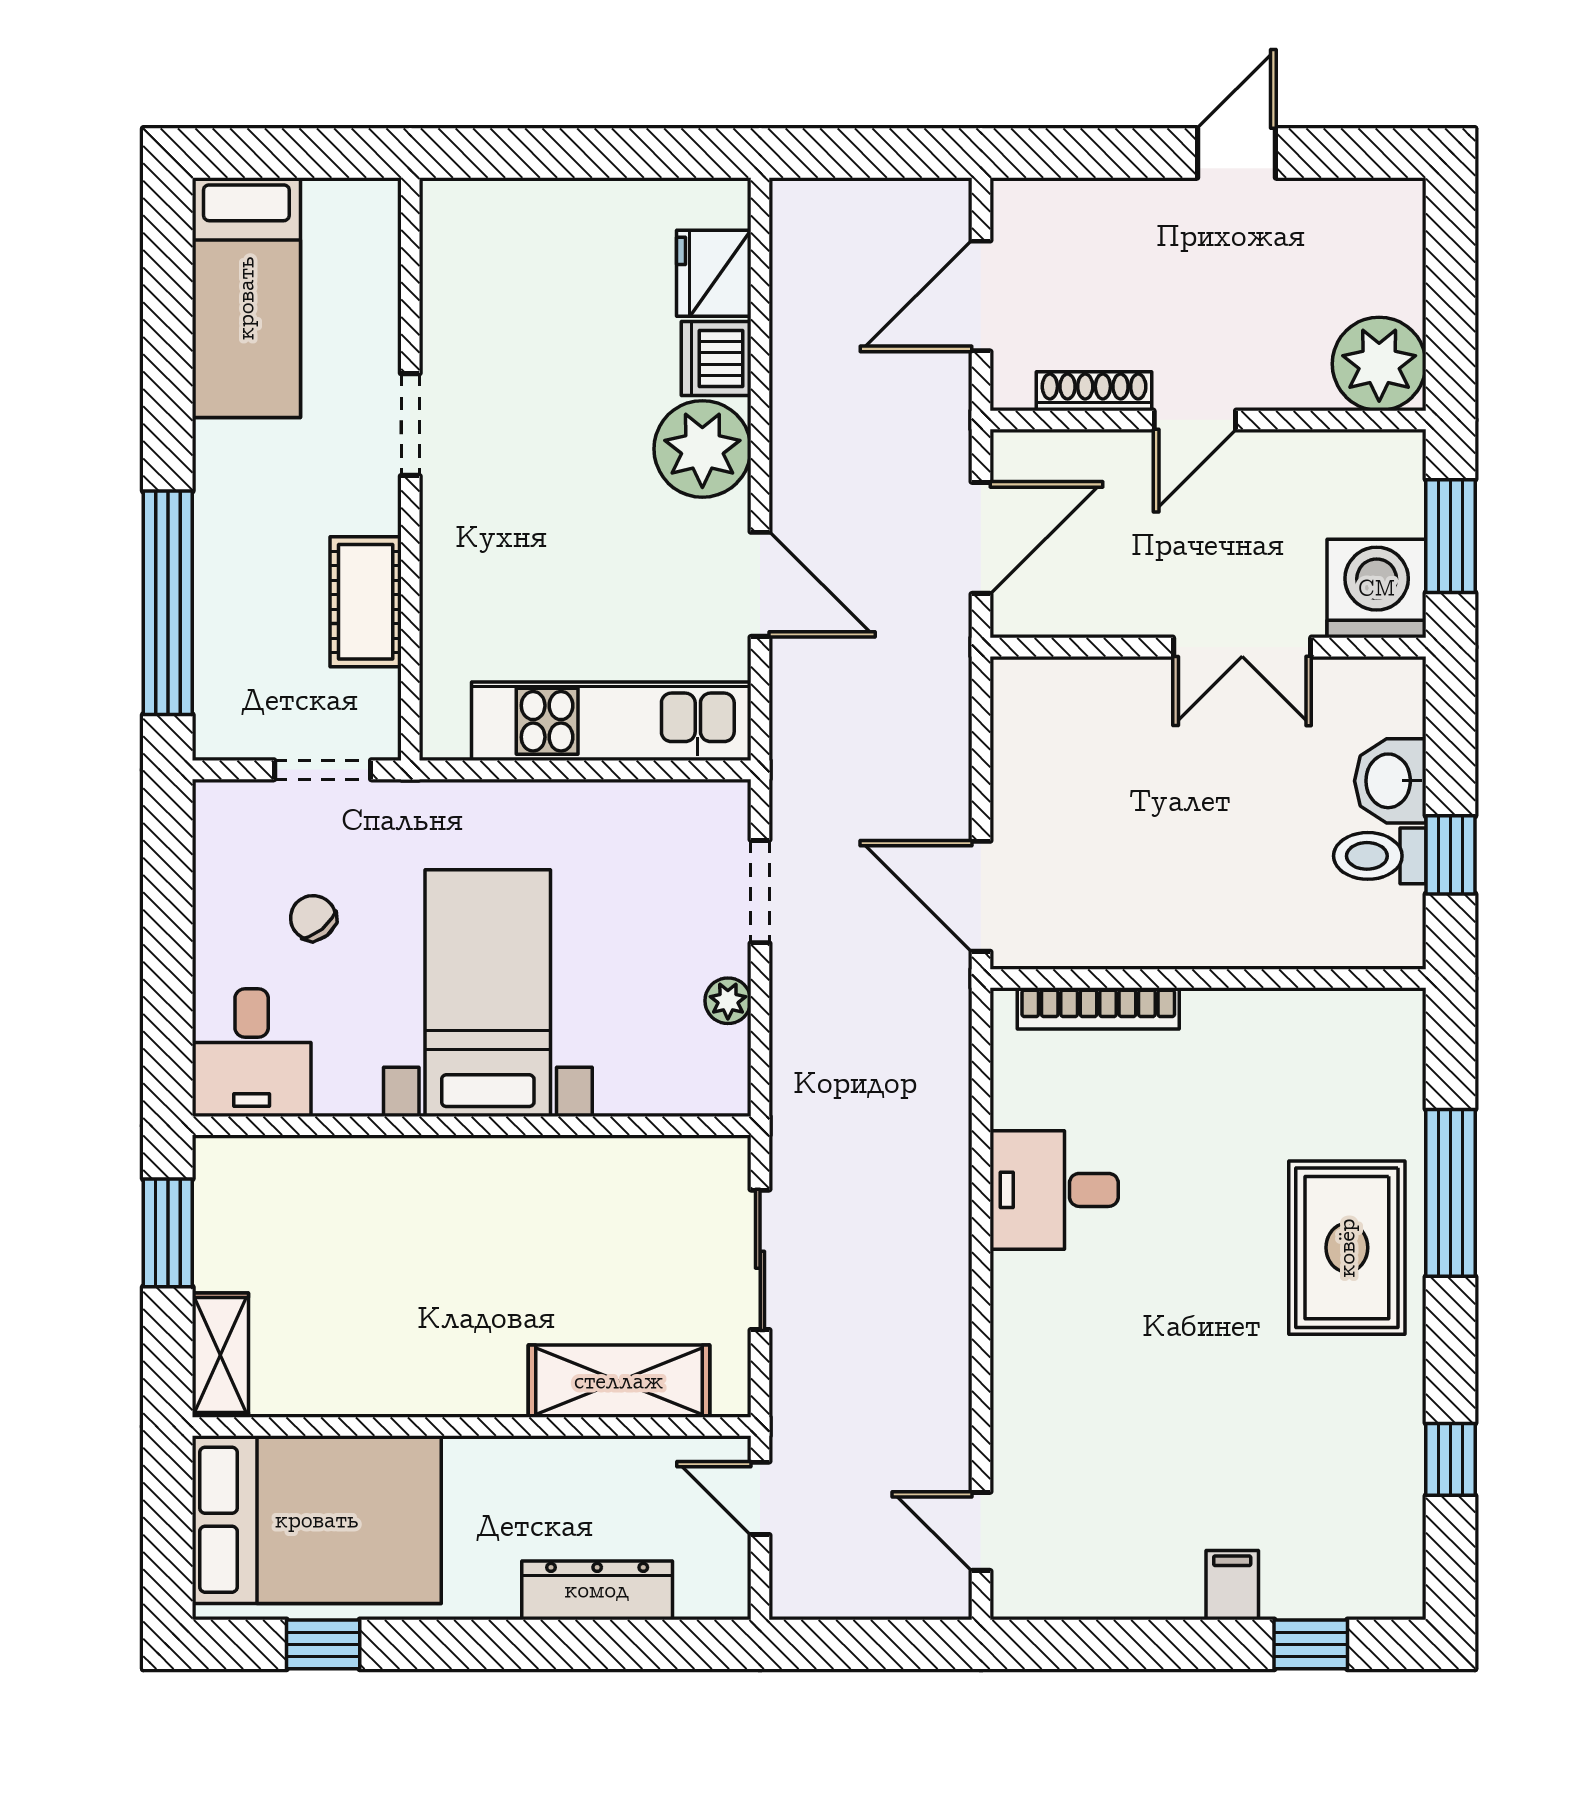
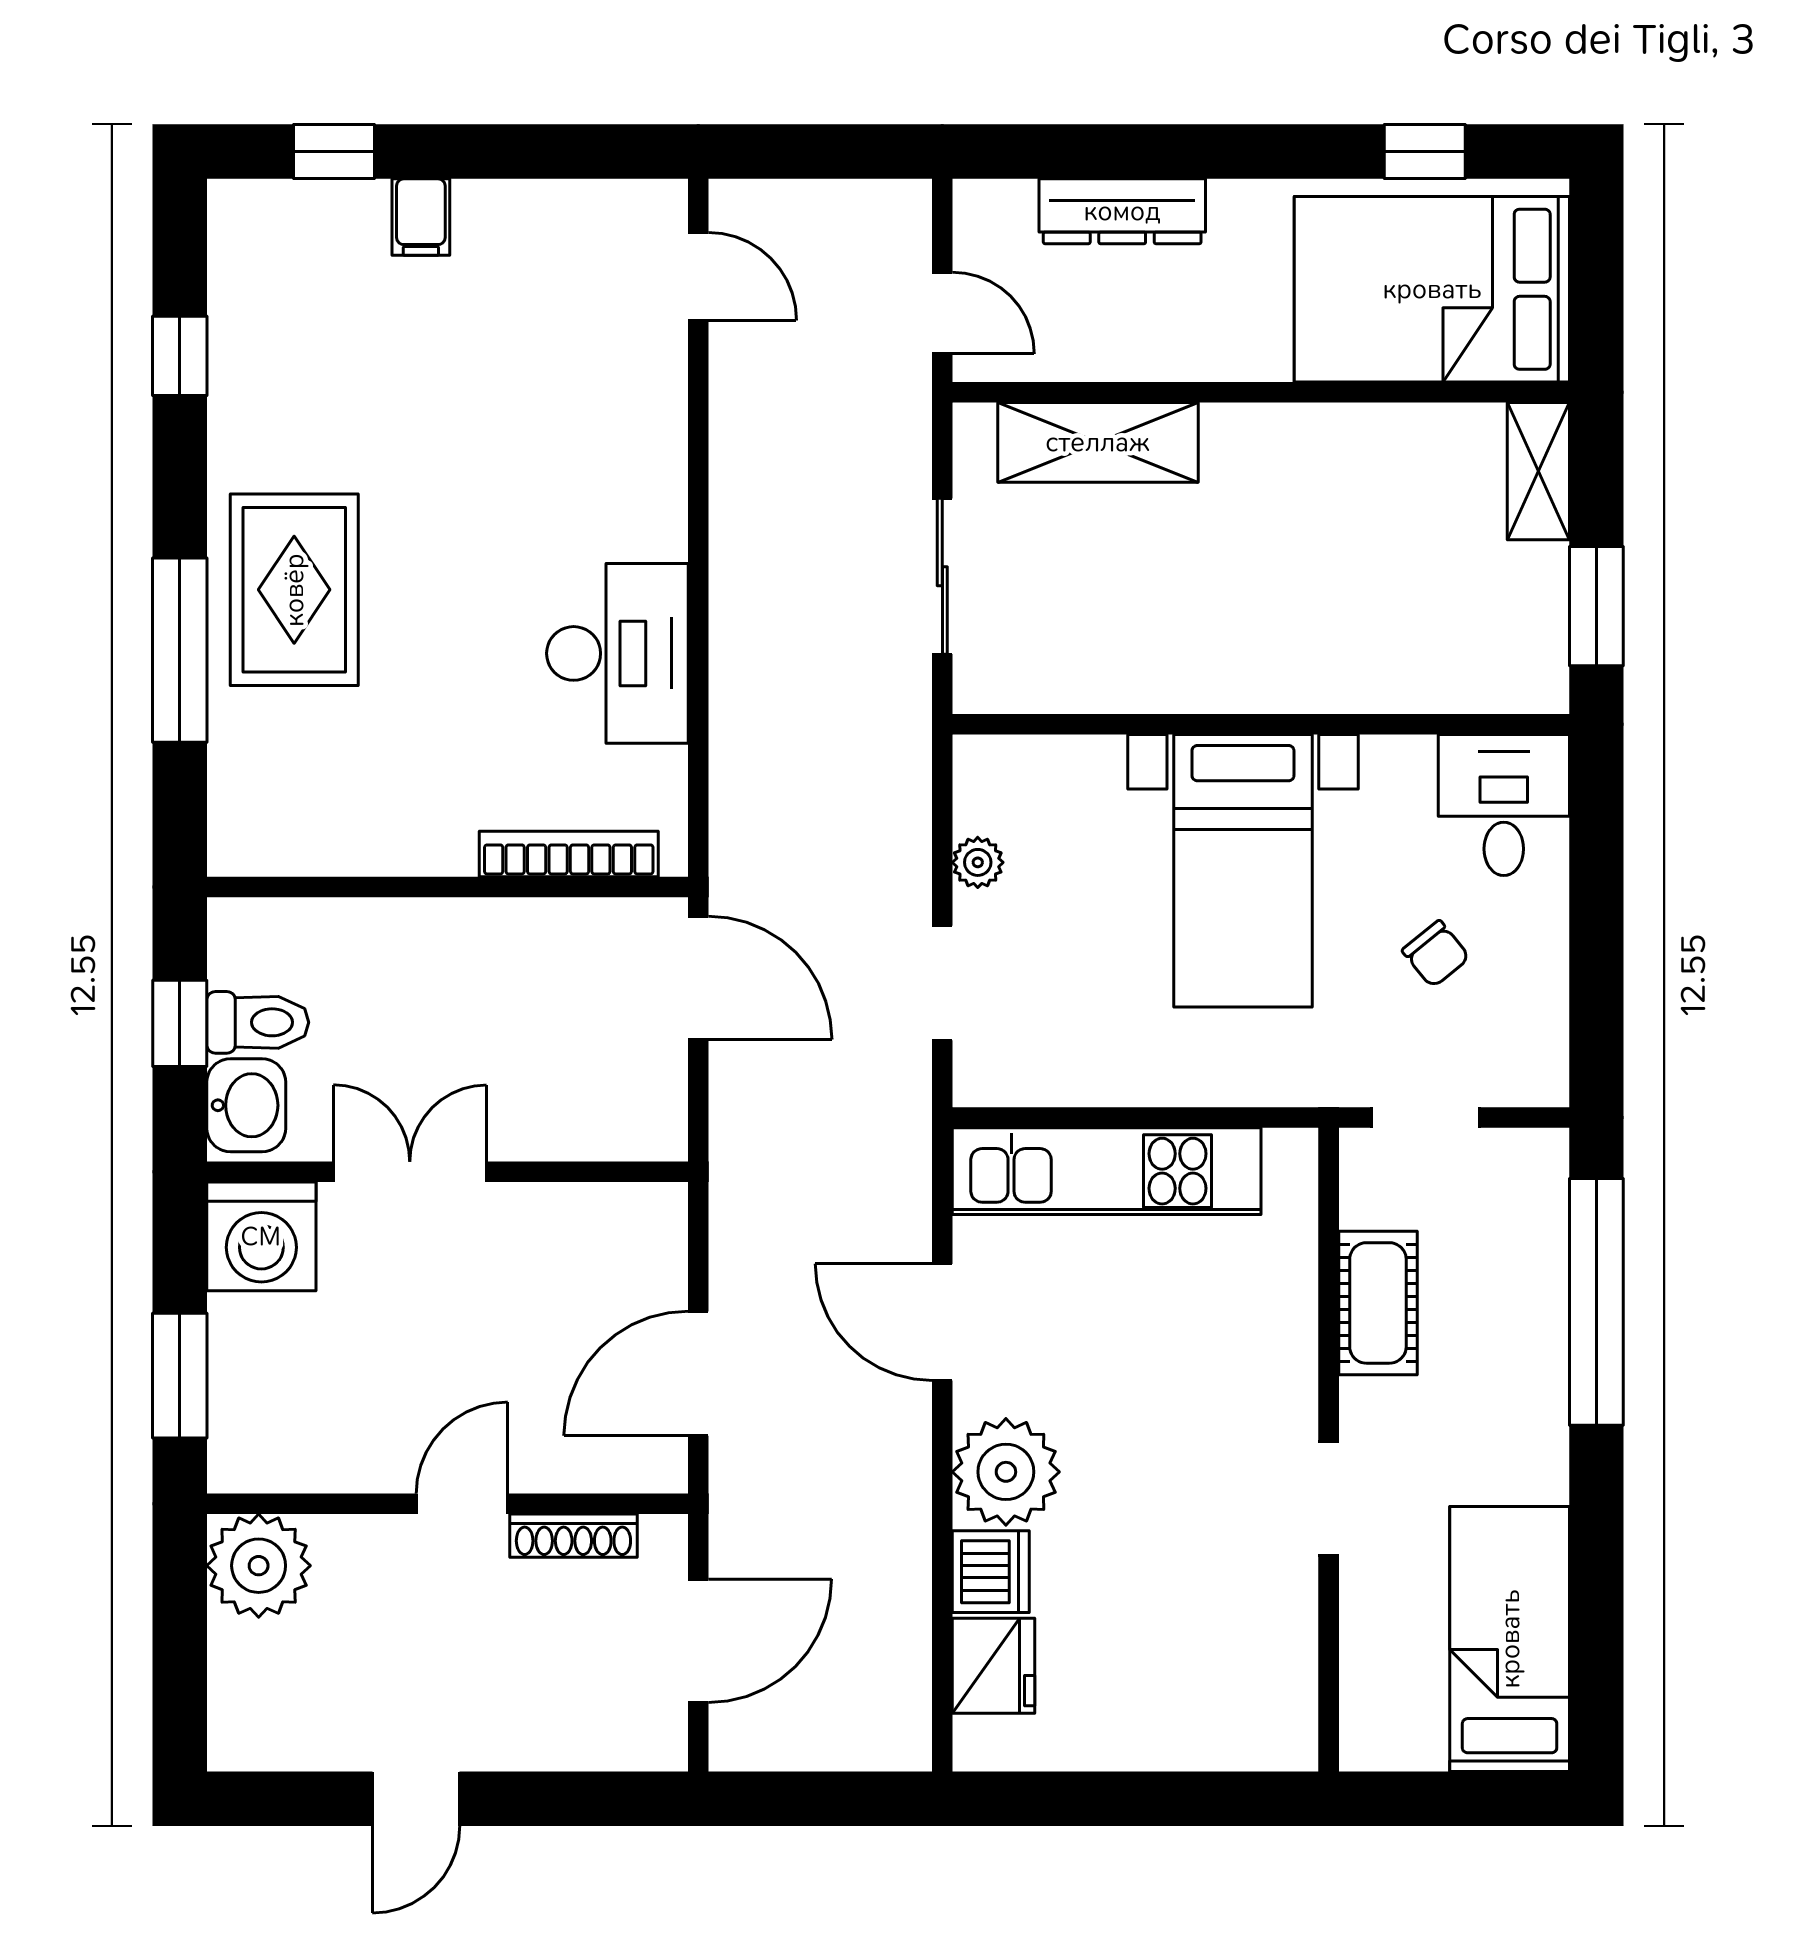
washing machine: (1377, 588) -> (261, 1236), moved
wall: (1208, 647) -> (447, 1172), moved
double door: (1242, 647) -> (410, 1172), moved
desk: (1054, 1190) -> (617, 653), width x1.37

